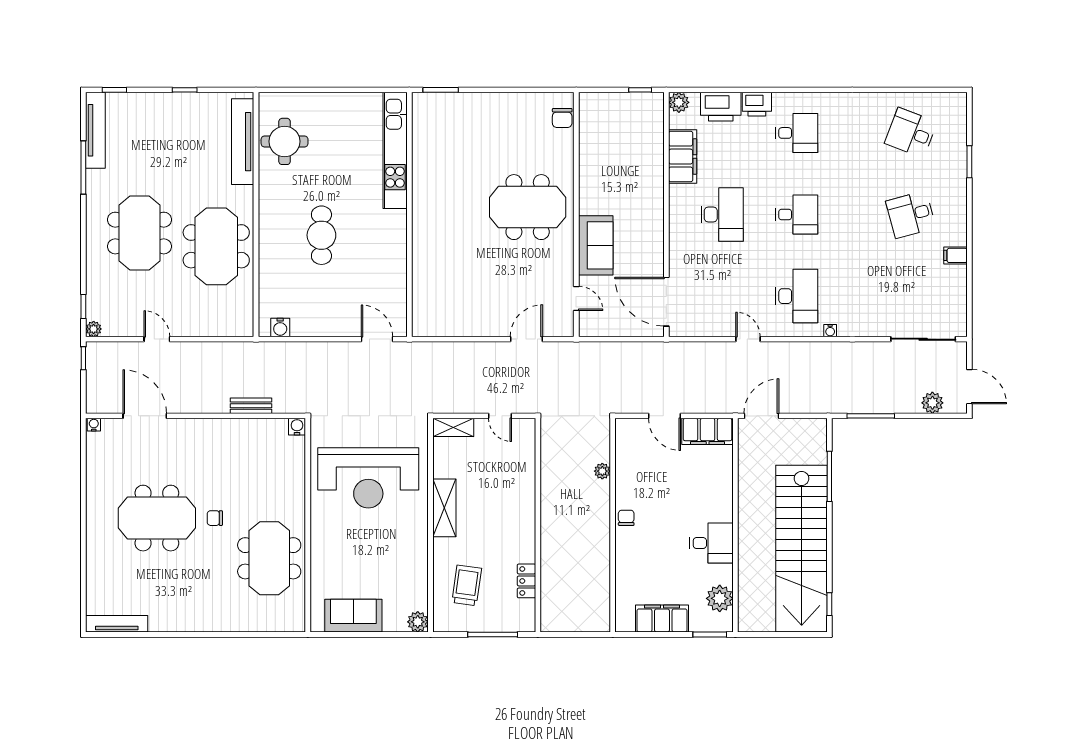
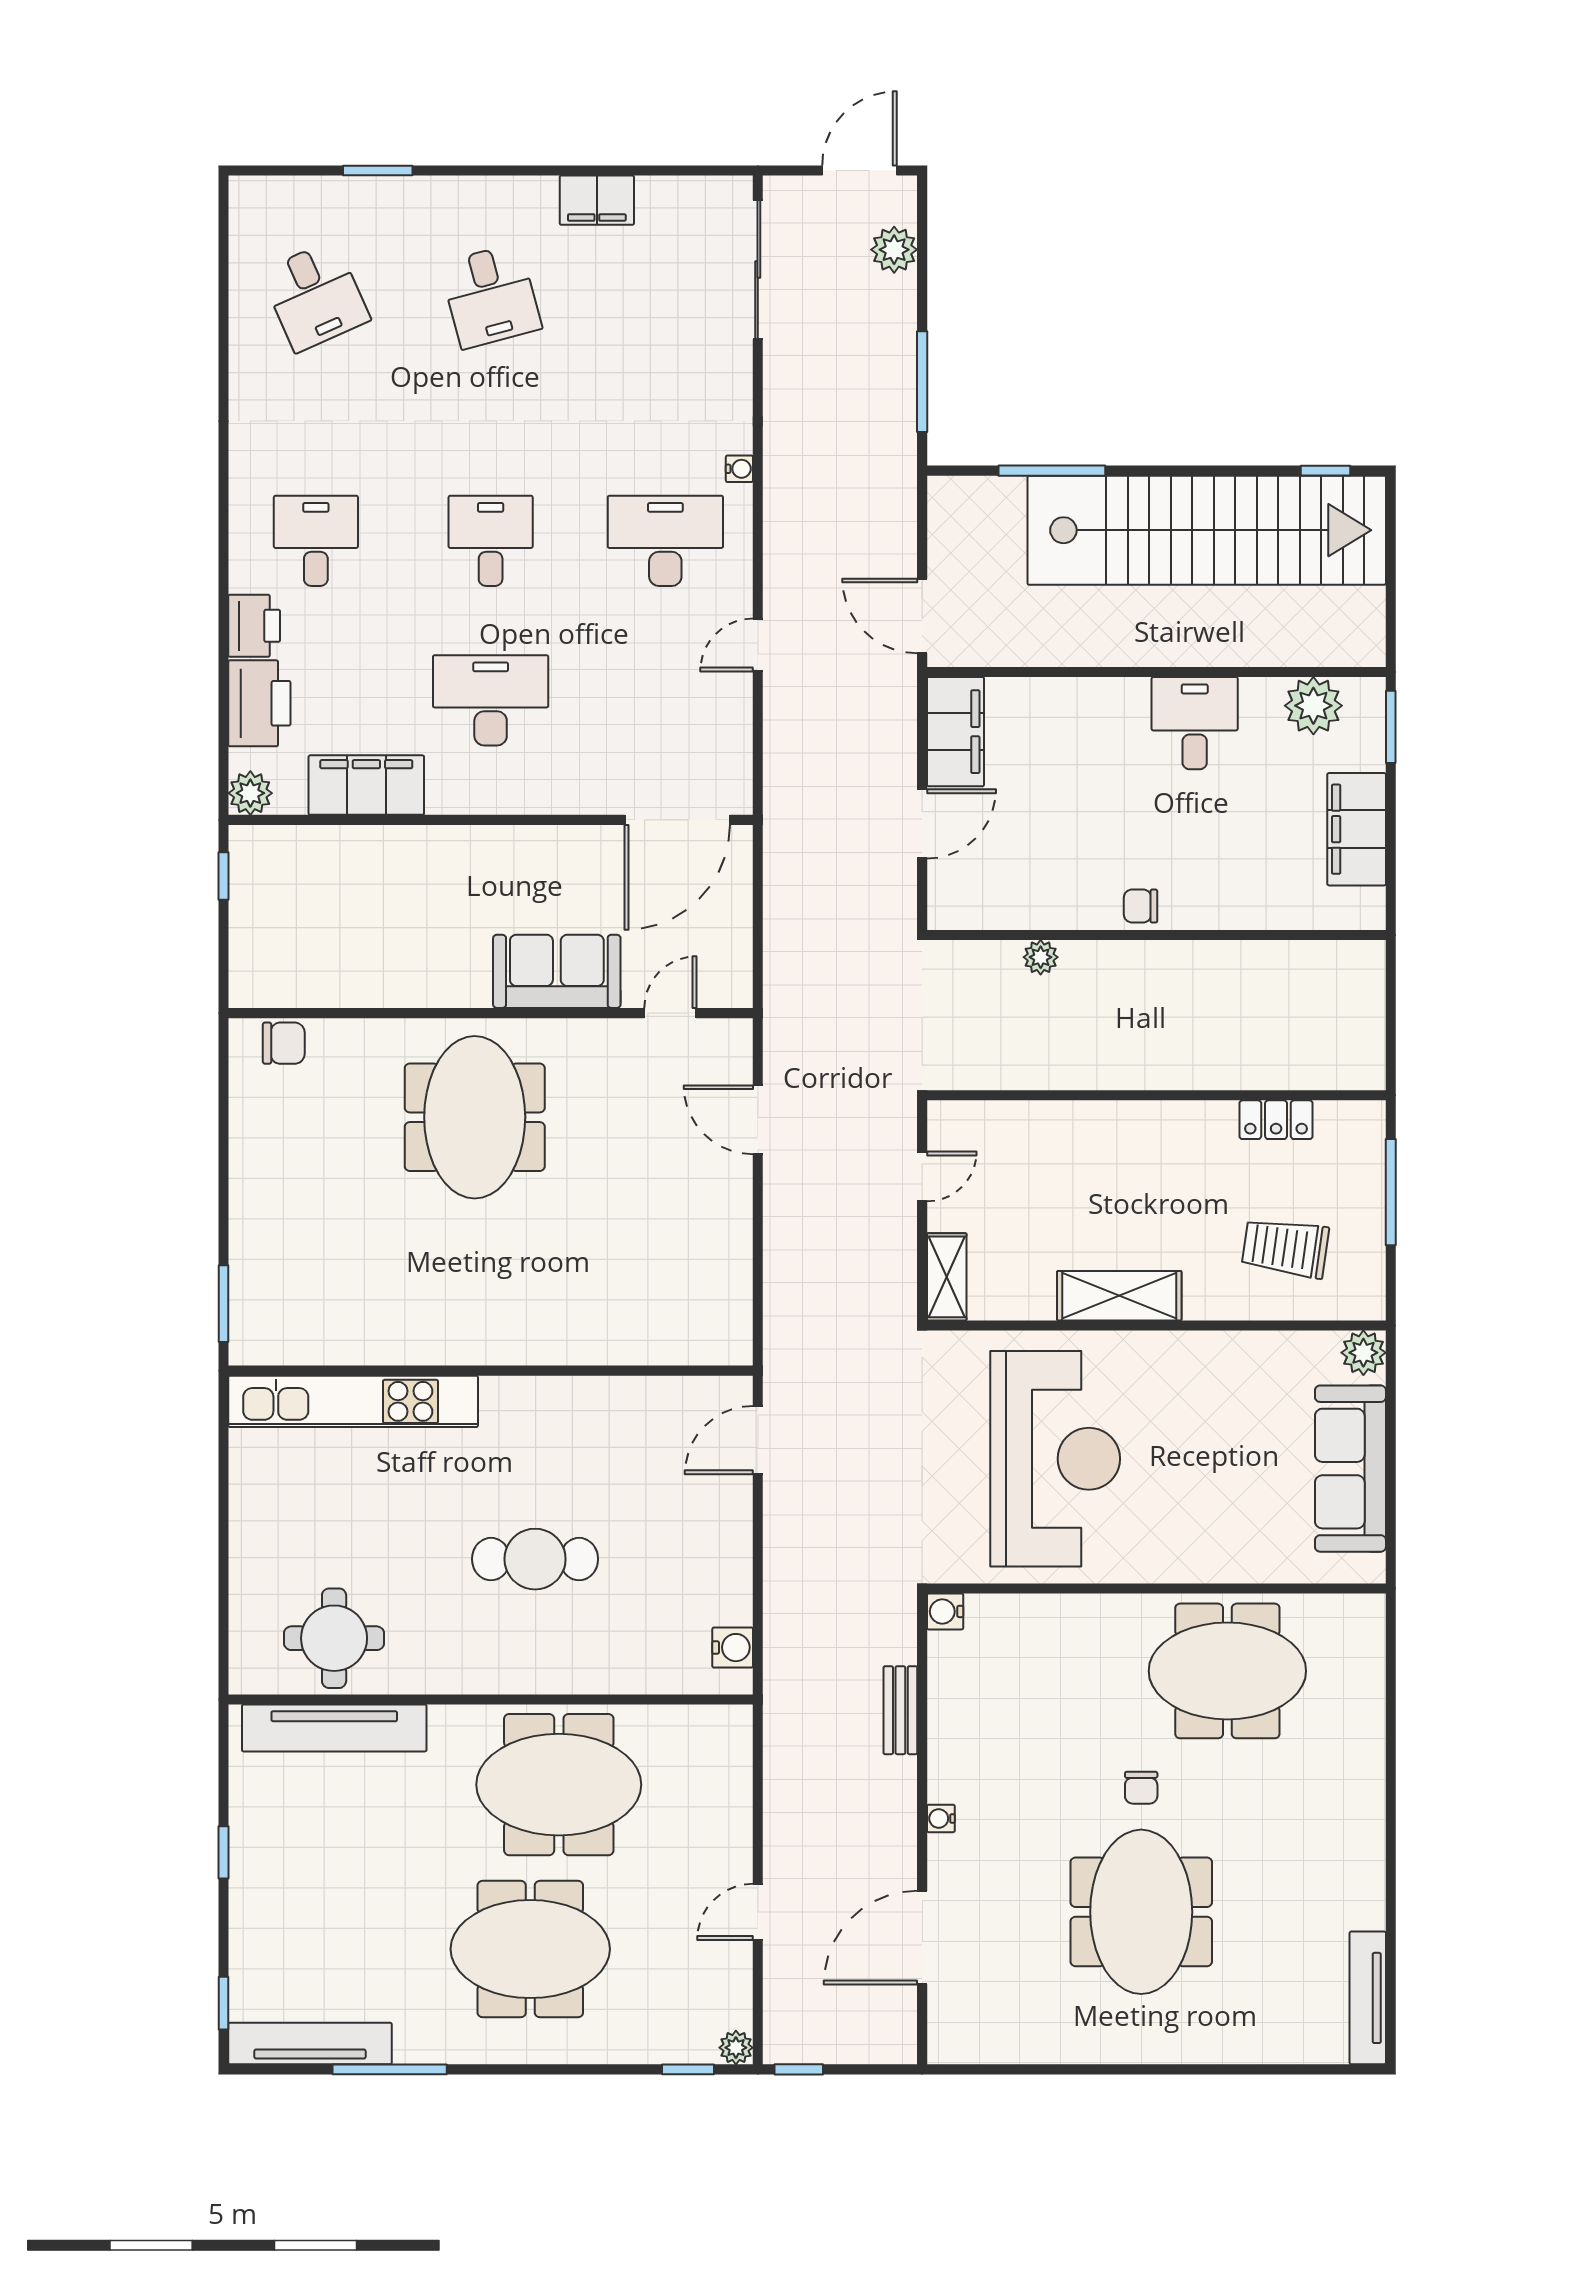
desk: (911, 133) -> (315, 296), turned -45
filing cabinet: (955, 255) -> (597, 200), width x2.00
water cooler: (94, 425) -> (941, 1818), moved
sofa: (353, 616) -> (1350, 1469), width x1.36

